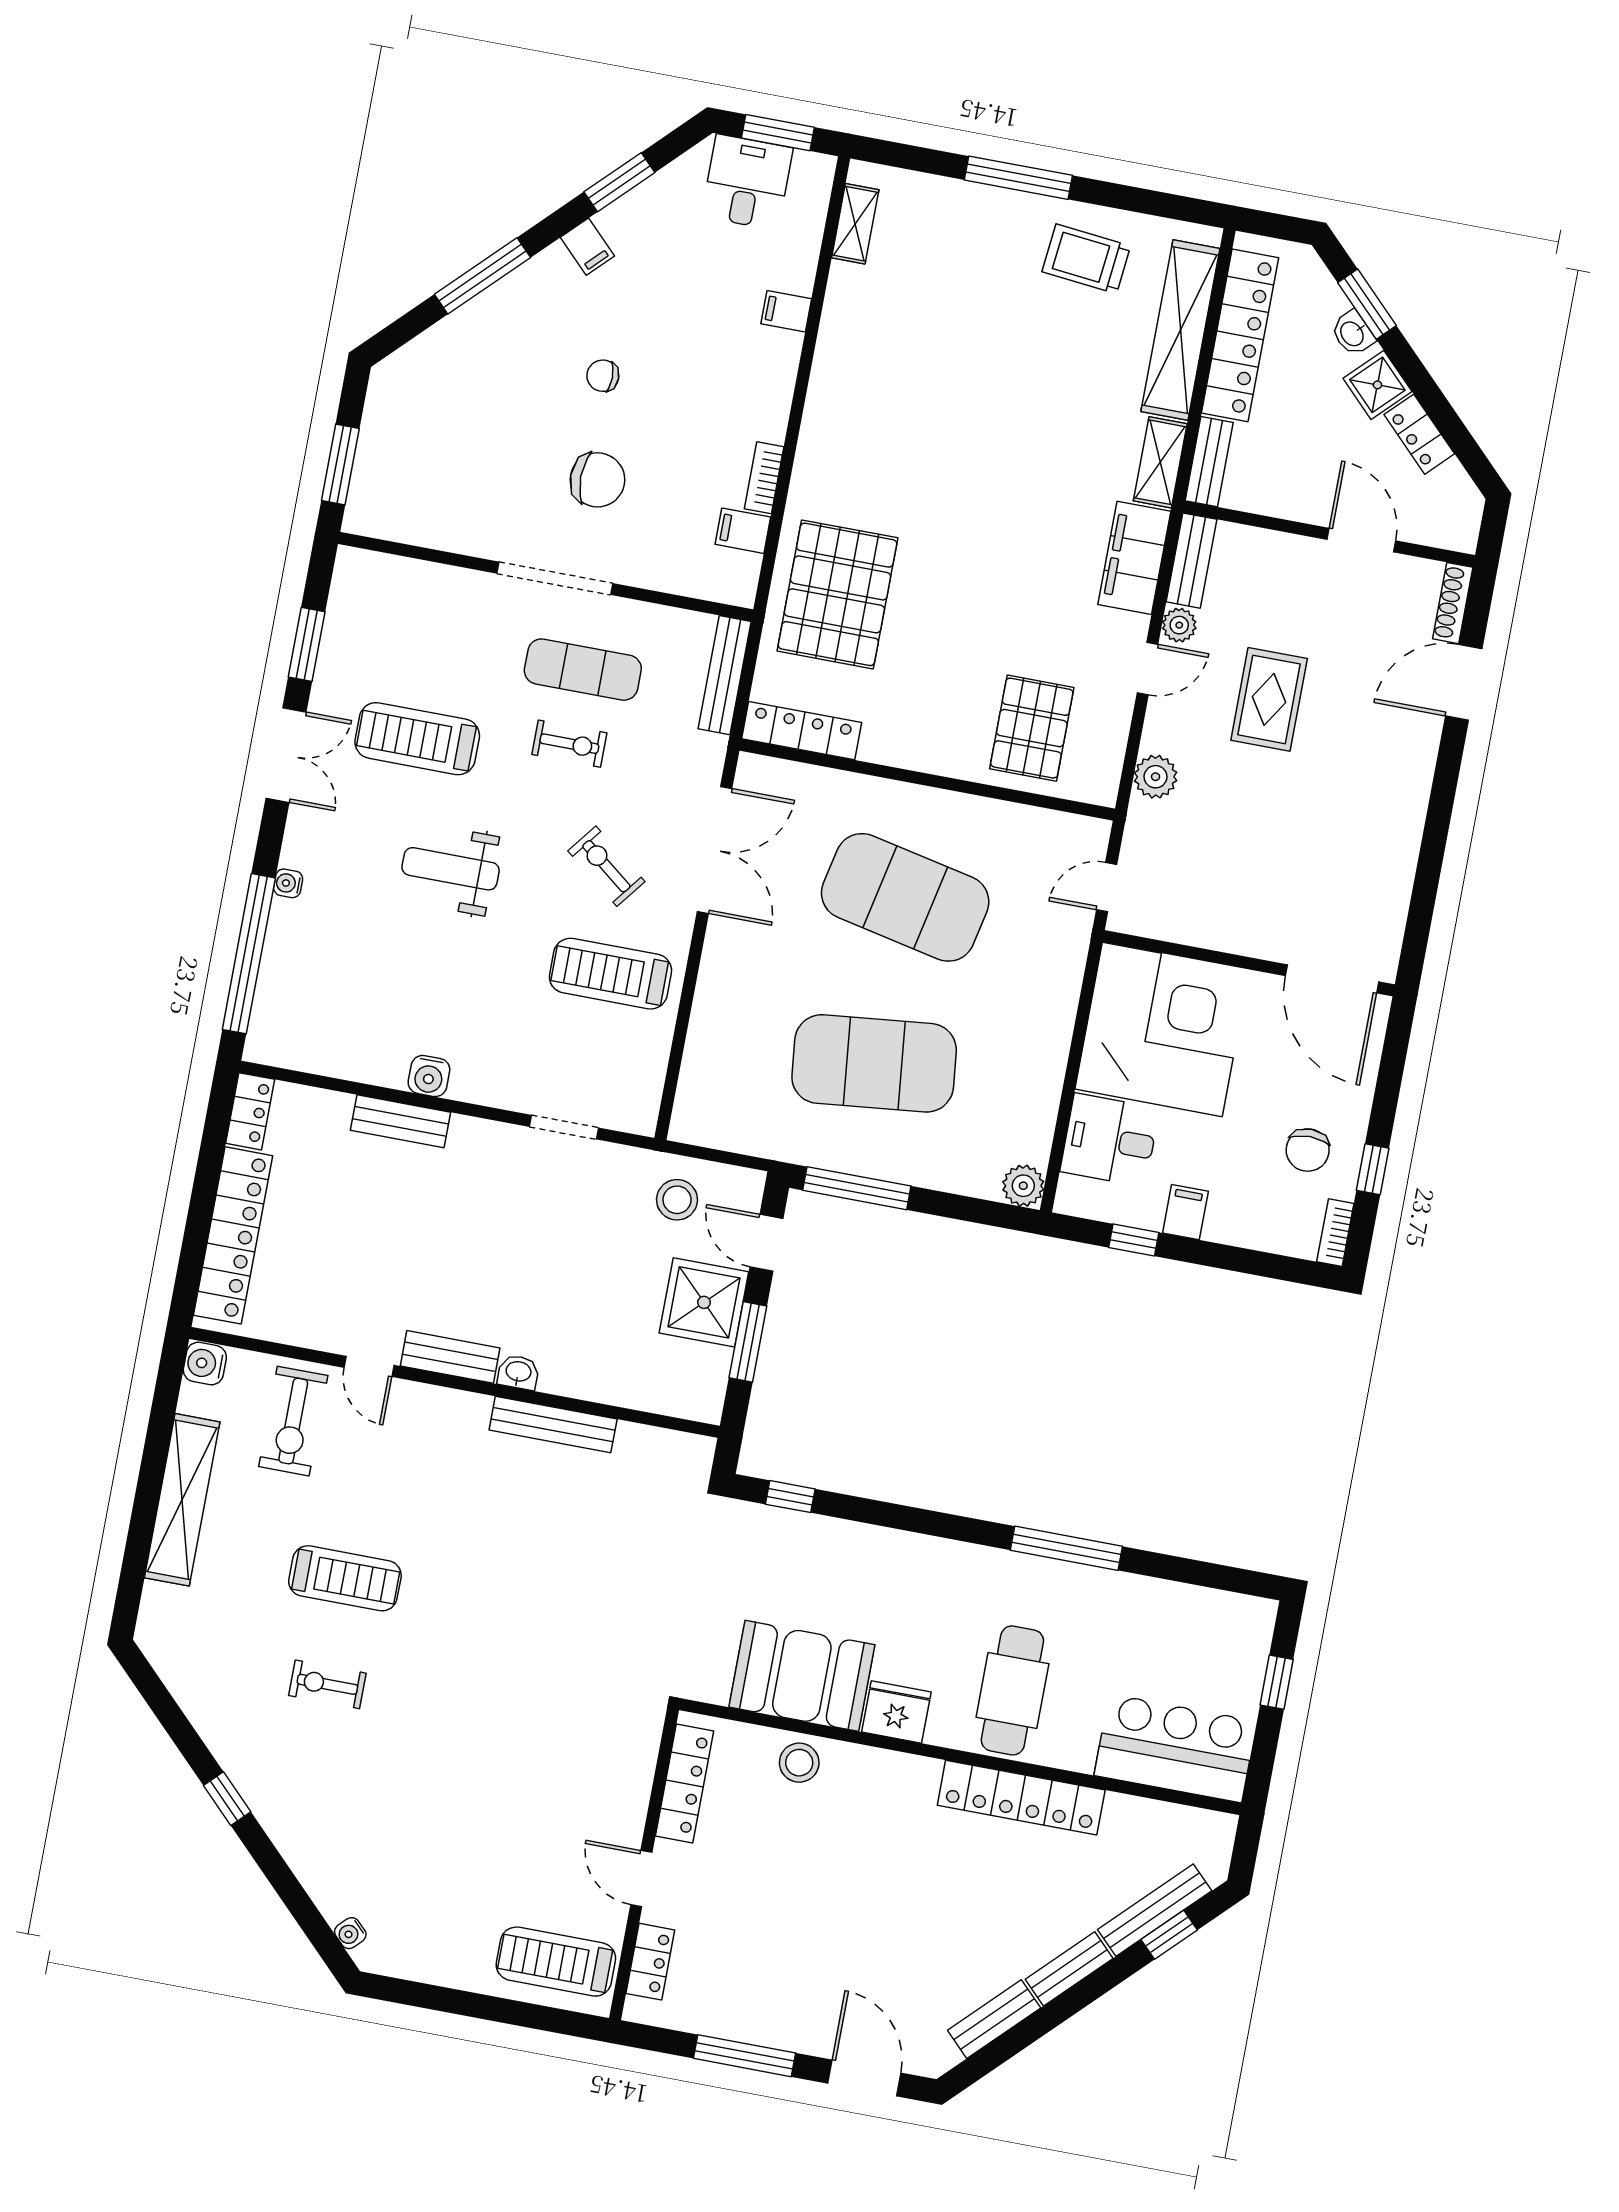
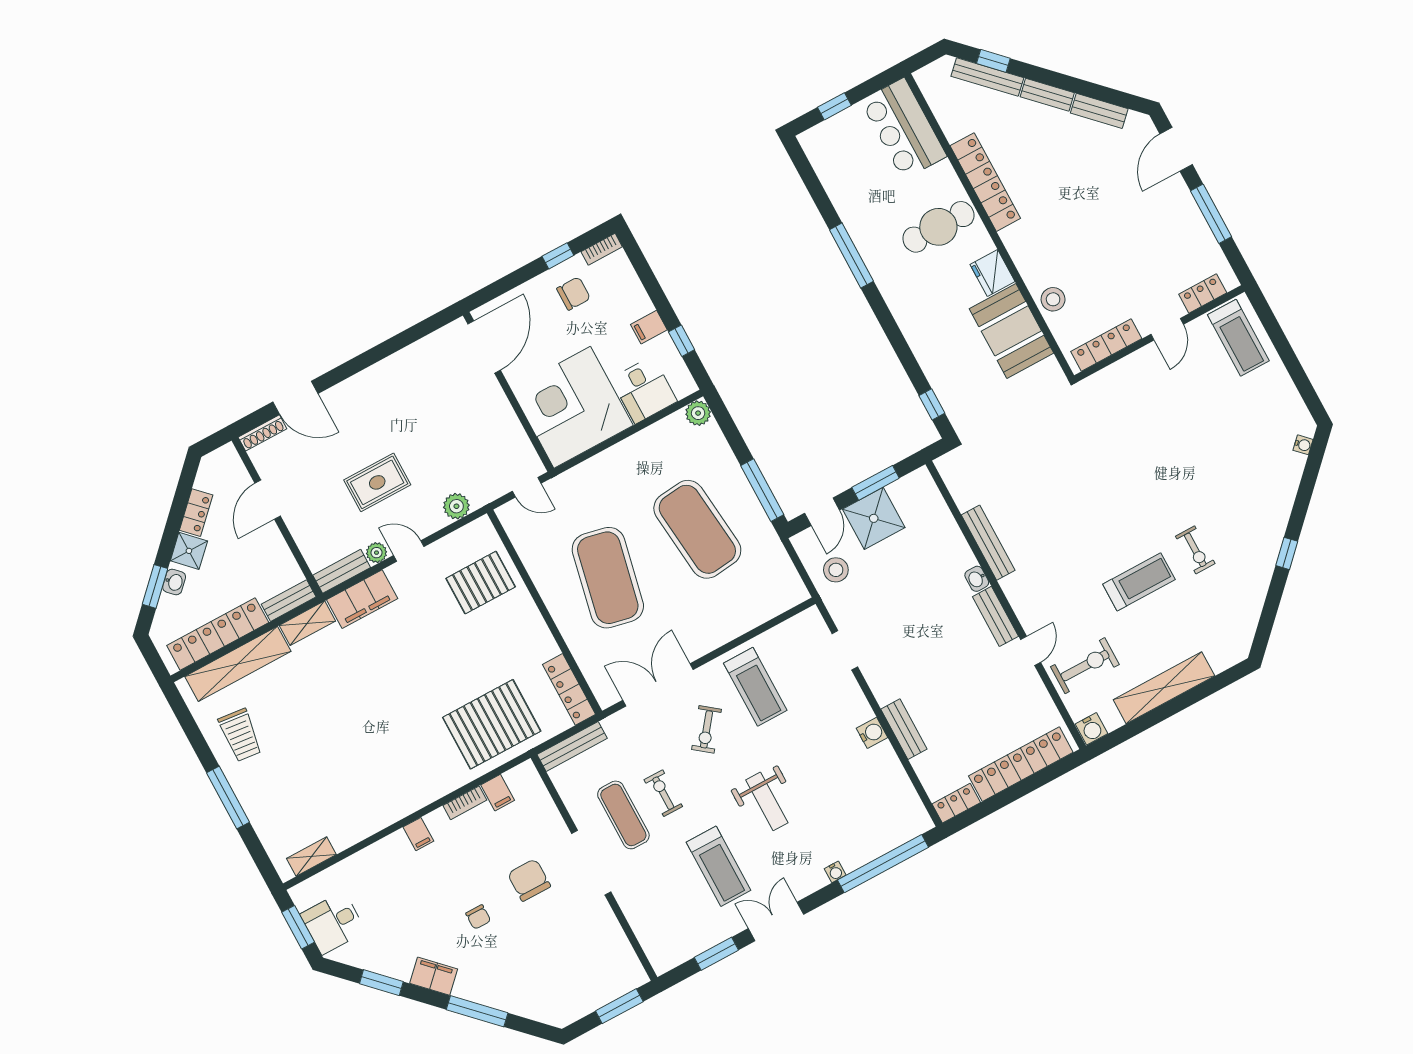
filing cabinet: (587, 247) -> (434, 976), width x2.00
filing cabinet: (786, 311) -> (418, 834), moved
treadmill: (345, 1578) -> (1139, 582), turned 90

